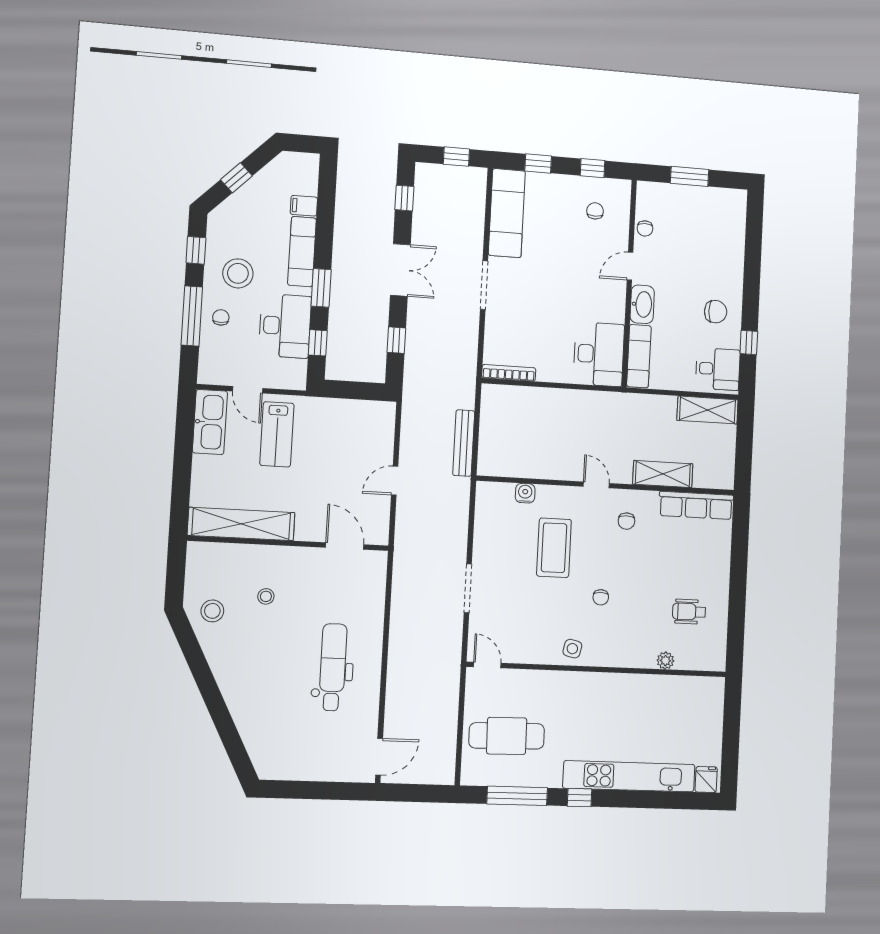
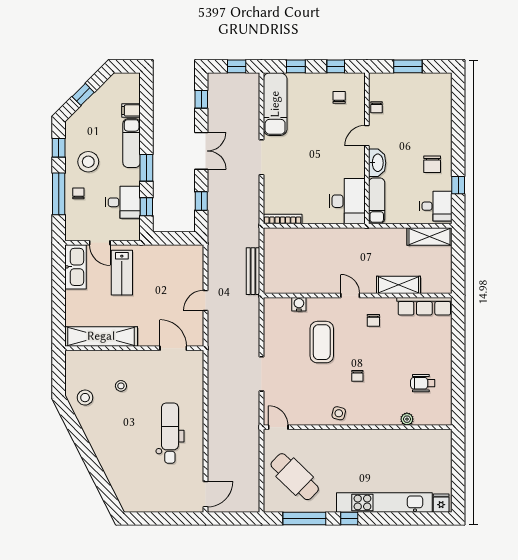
chair: (716, 312) -> (432, 164), turned 90
desk: (285, 326) -> (123, 202), width x0.73
cafe table: (507, 736) -> (295, 477), turned 45

